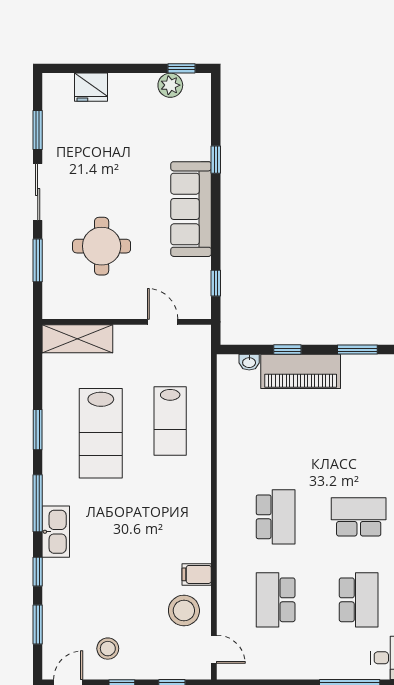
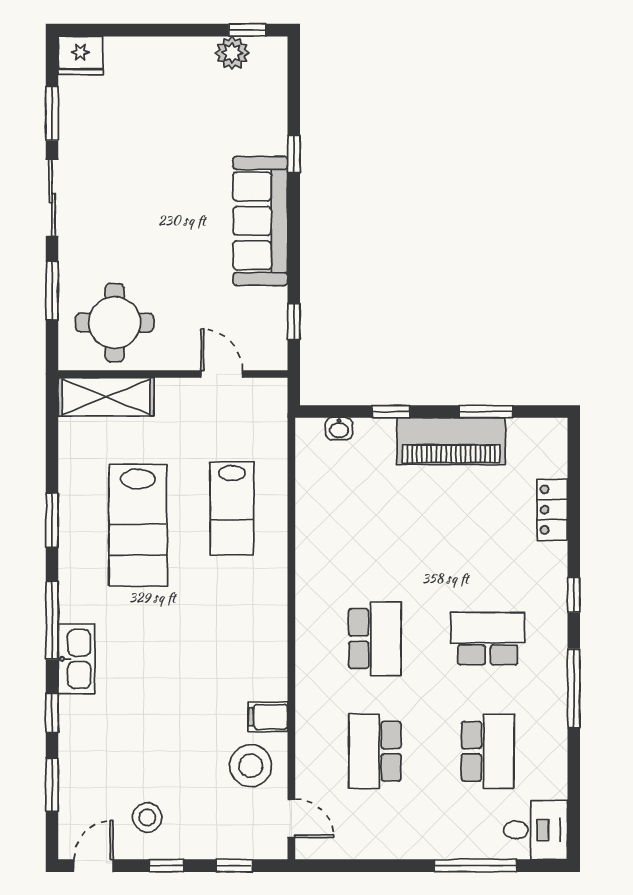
fridge: (91, 87) -> (81, 55), moved
round table: (102, 246) -> (115, 323), moved
piano: (301, 371) -> (451, 441), moved

